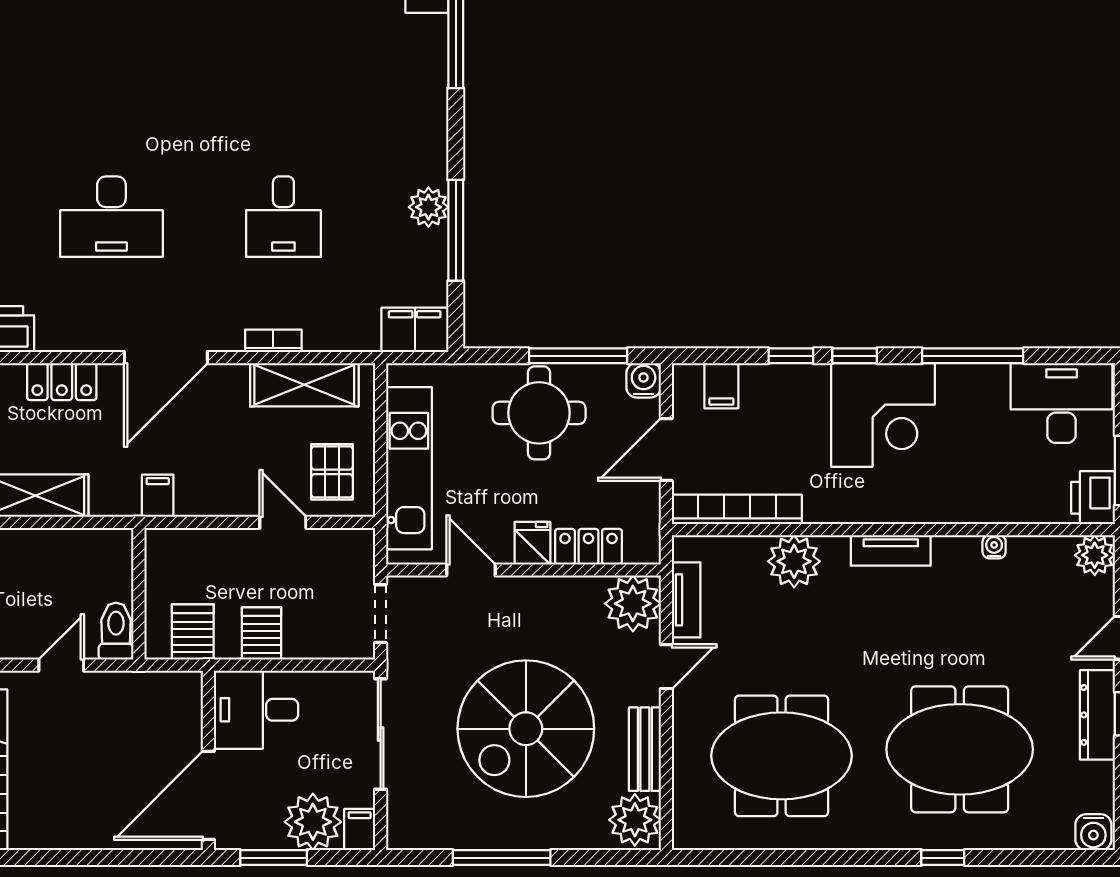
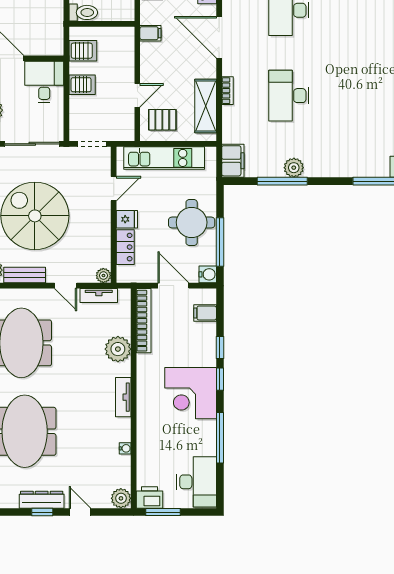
desk: (283, 217) -> (289, 96), width x1.37
plant: (633, 604) -> (103, 276), width x0.53, depth x0.53

